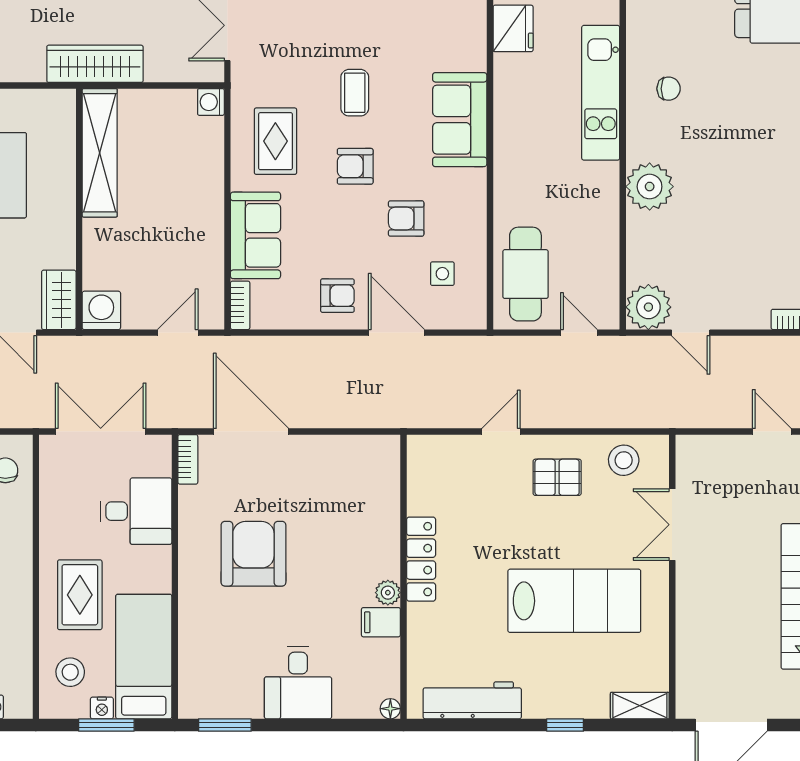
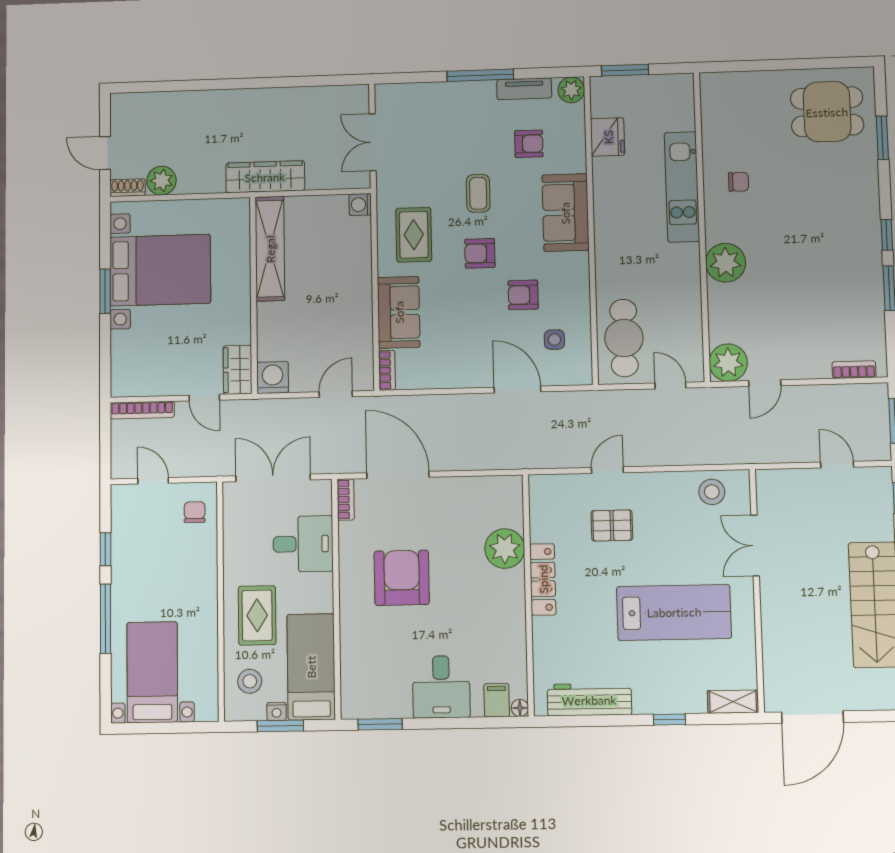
armchair: (337, 296) -> (529, 144), moved
door: (691, 333) -> (765, 383), hinge flipped
pallet: (557, 477) -> (612, 525), moved
plant: (388, 593) -> (505, 549), moved, width x1.88, depth x1.88
filing cabinet: (381, 622) -> (497, 700), moved, turned 90

